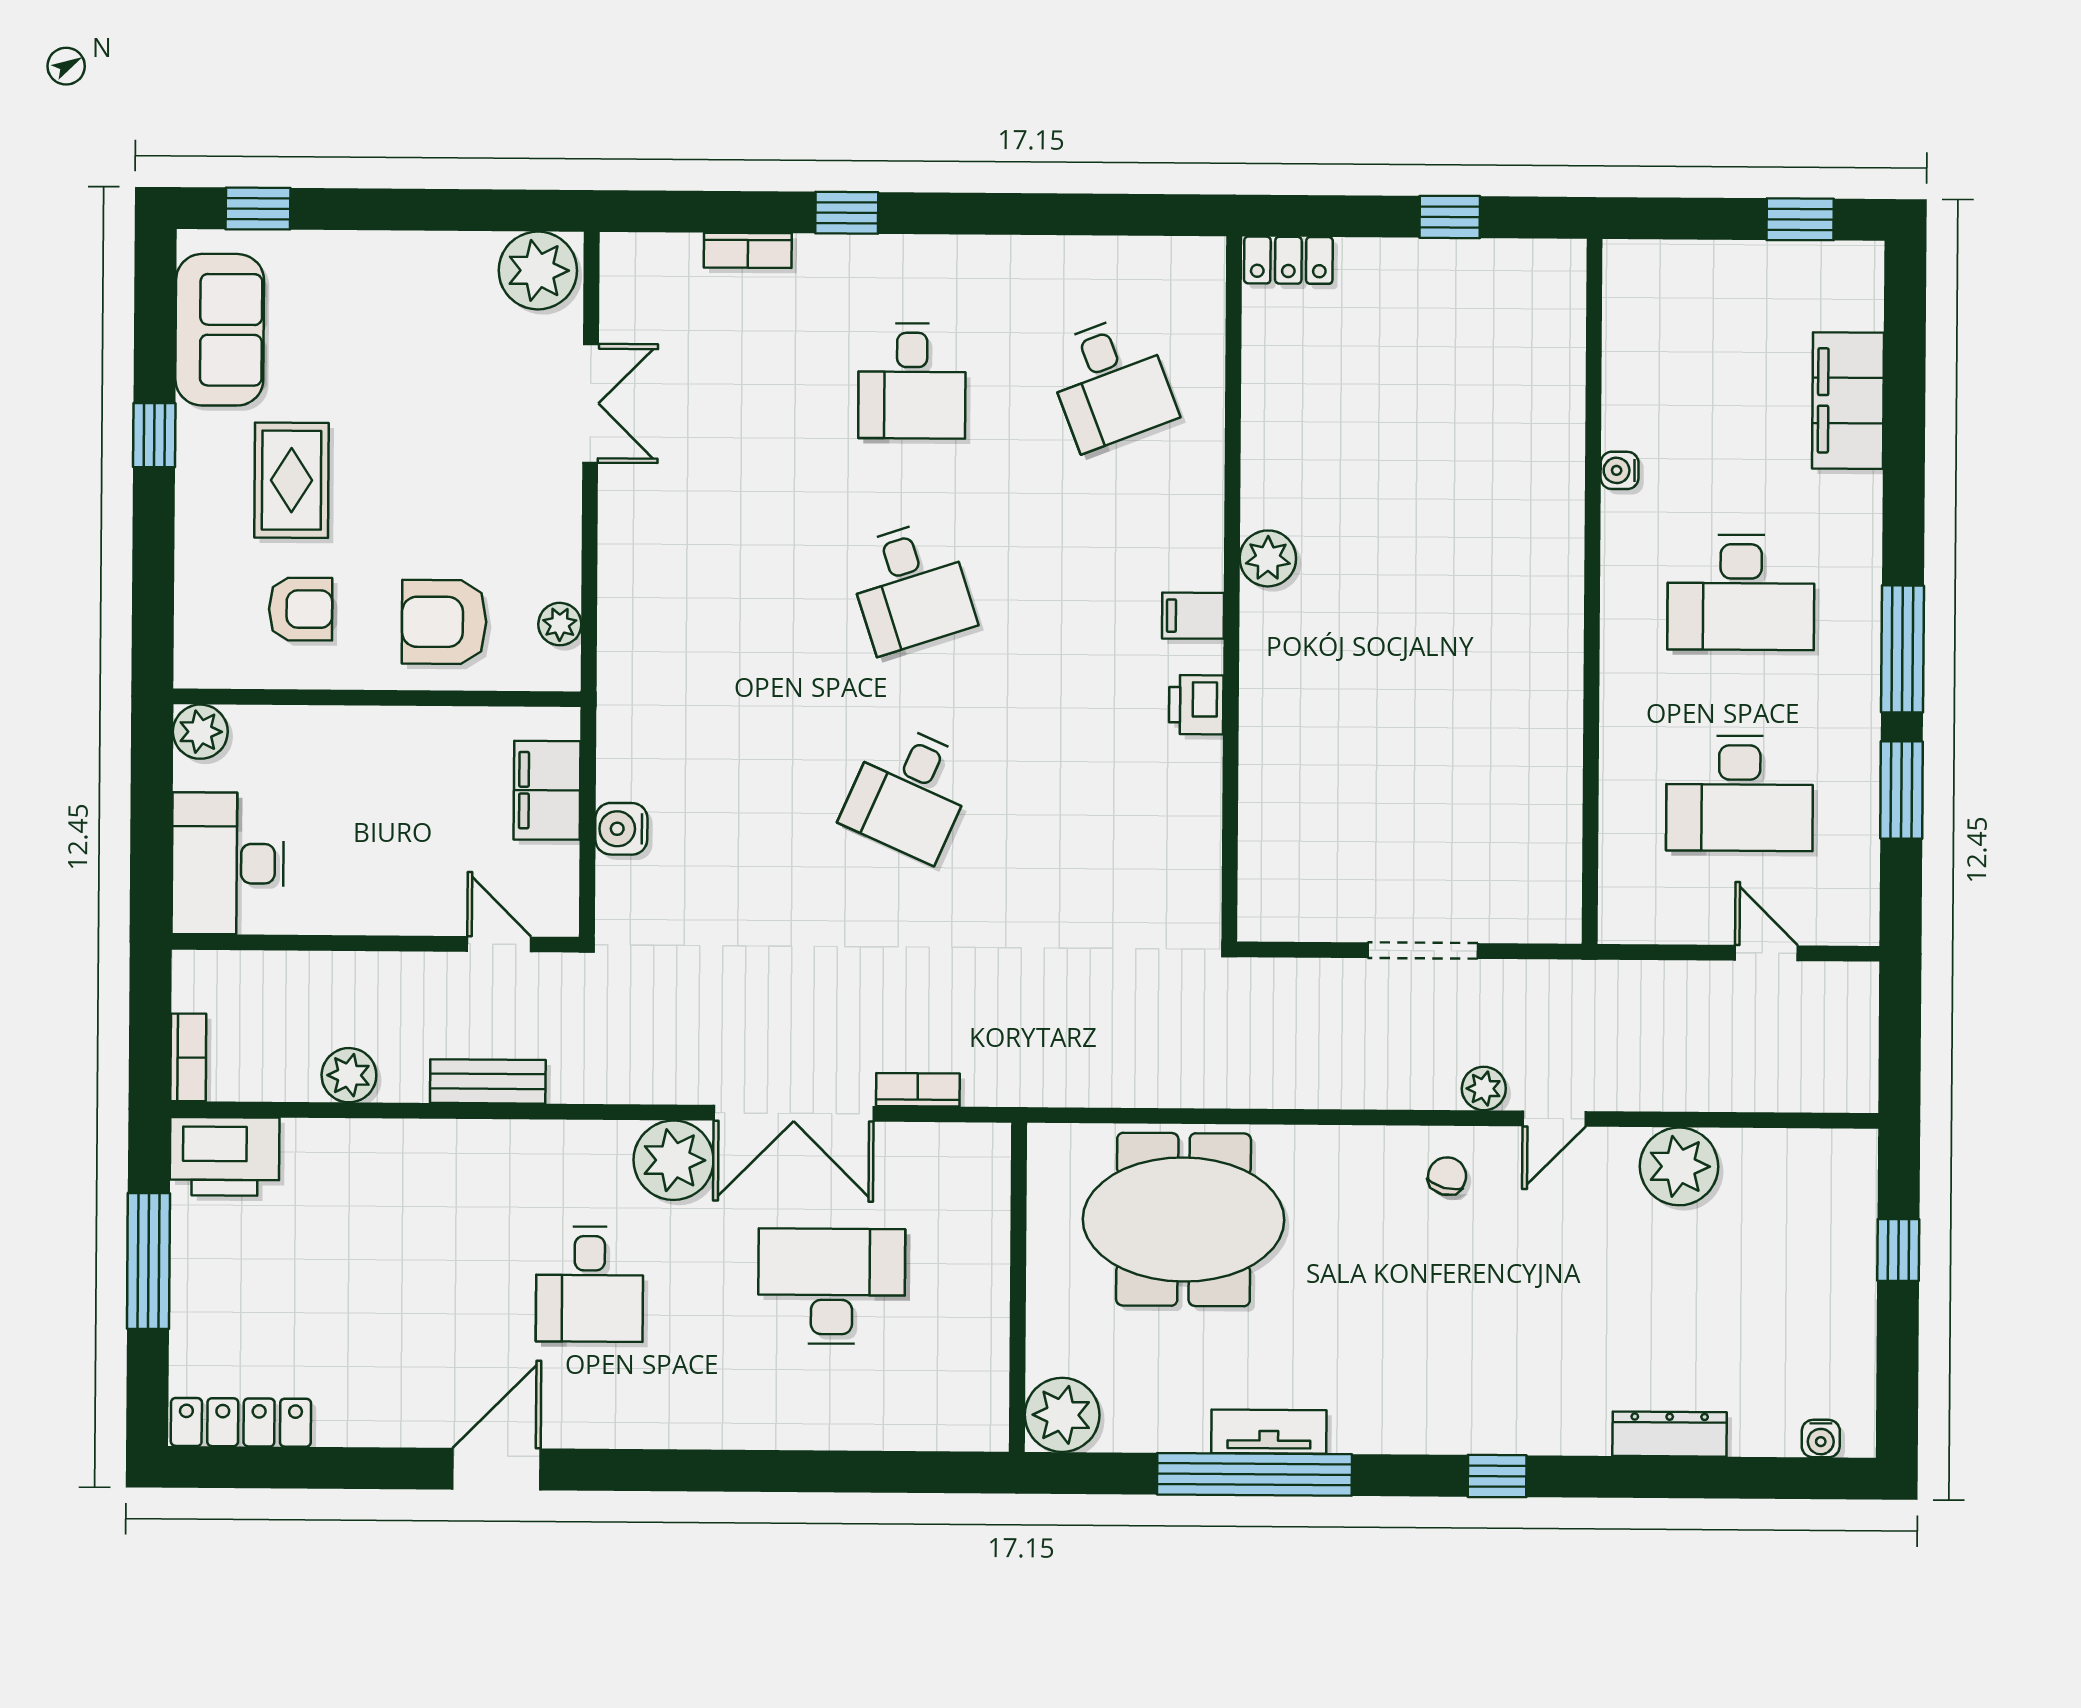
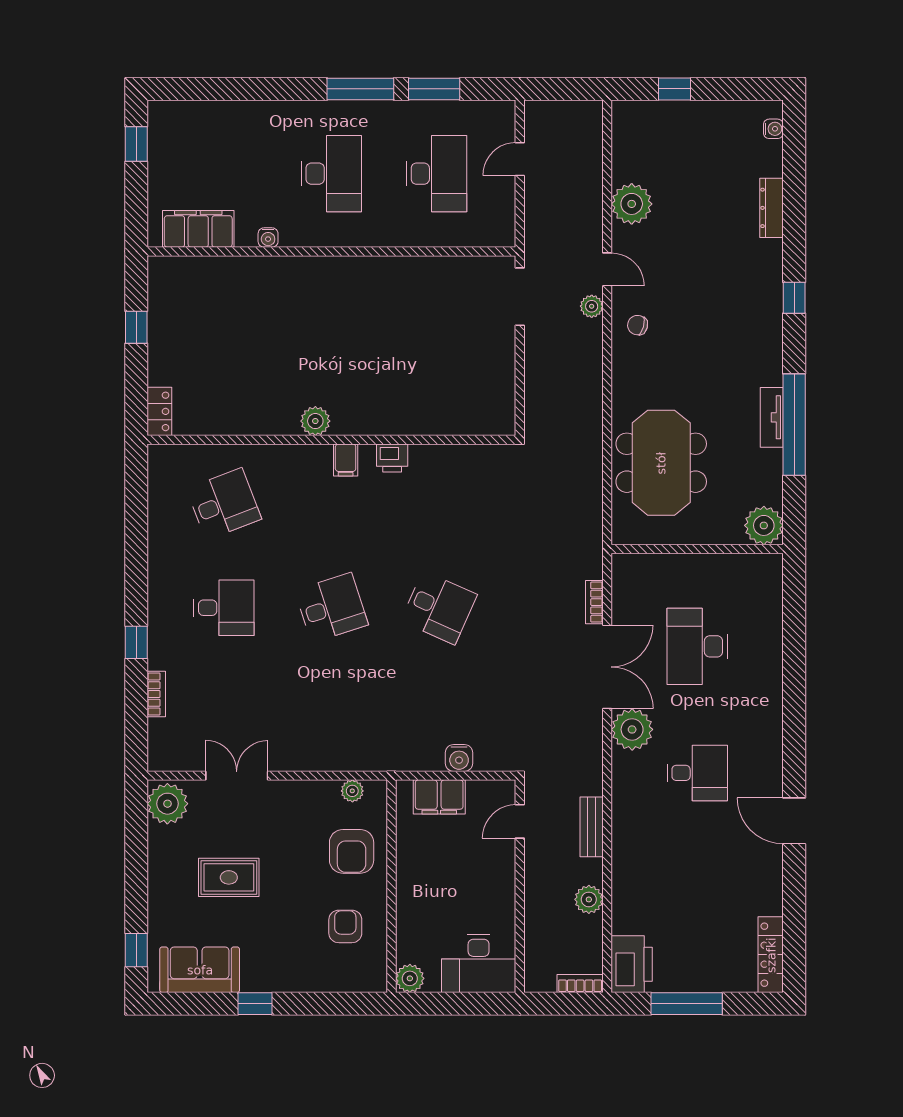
filing cabinet: (1848, 401) -> (198, 229), moved, turned 180
rug: (292, 480) -> (229, 877), moved
doorway: (1423, 951) -> (520, 297), moved

